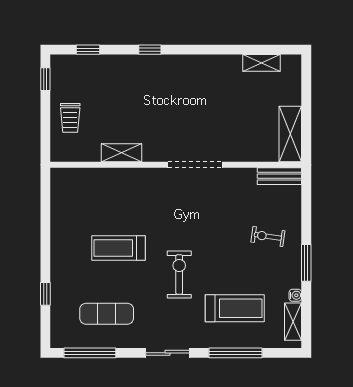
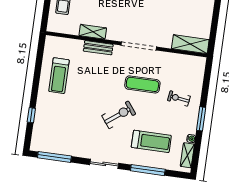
shelving: (290, 134) -> (190, 44), moved, turned 90
bench: (279, 176) -> (98, 48), moved
treadmill: (118, 248) -> (59, 76), moved, turned -90
exercise bike: (179, 275) -> (119, 115), turned 53
exercise mat: (107, 314) -> (142, 84), moved

